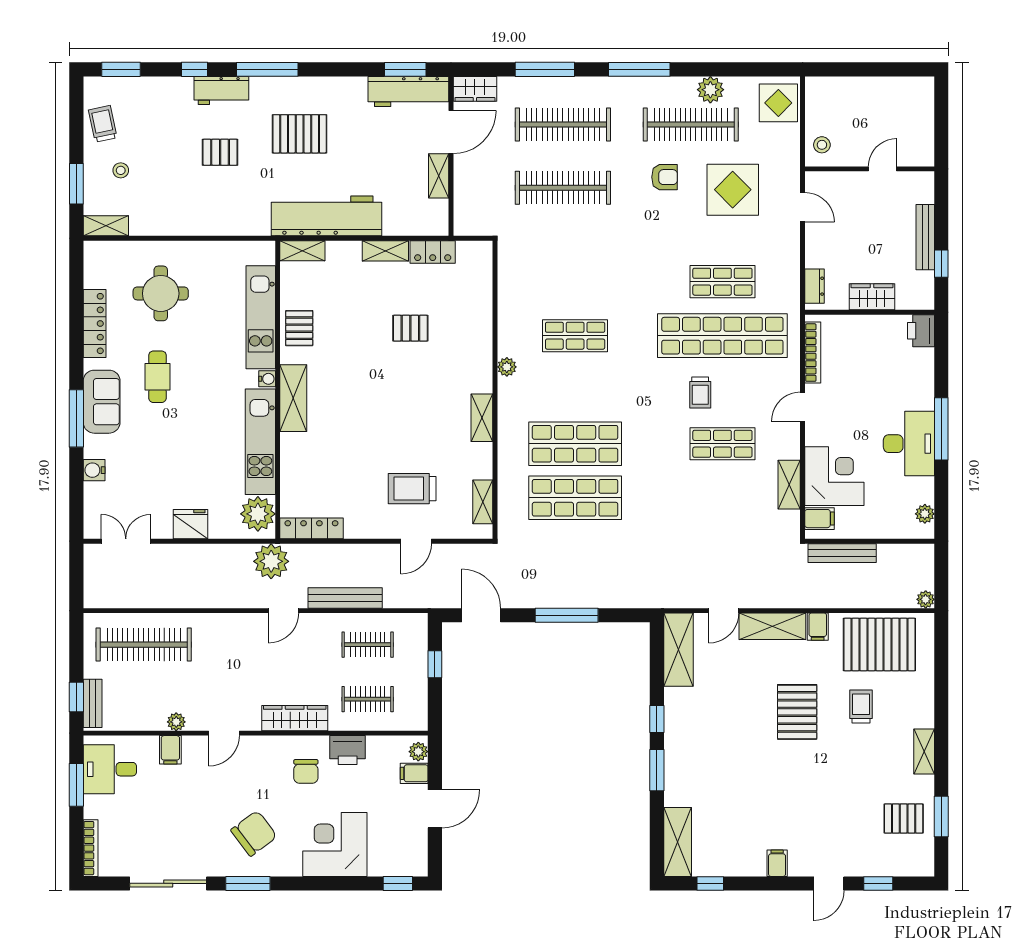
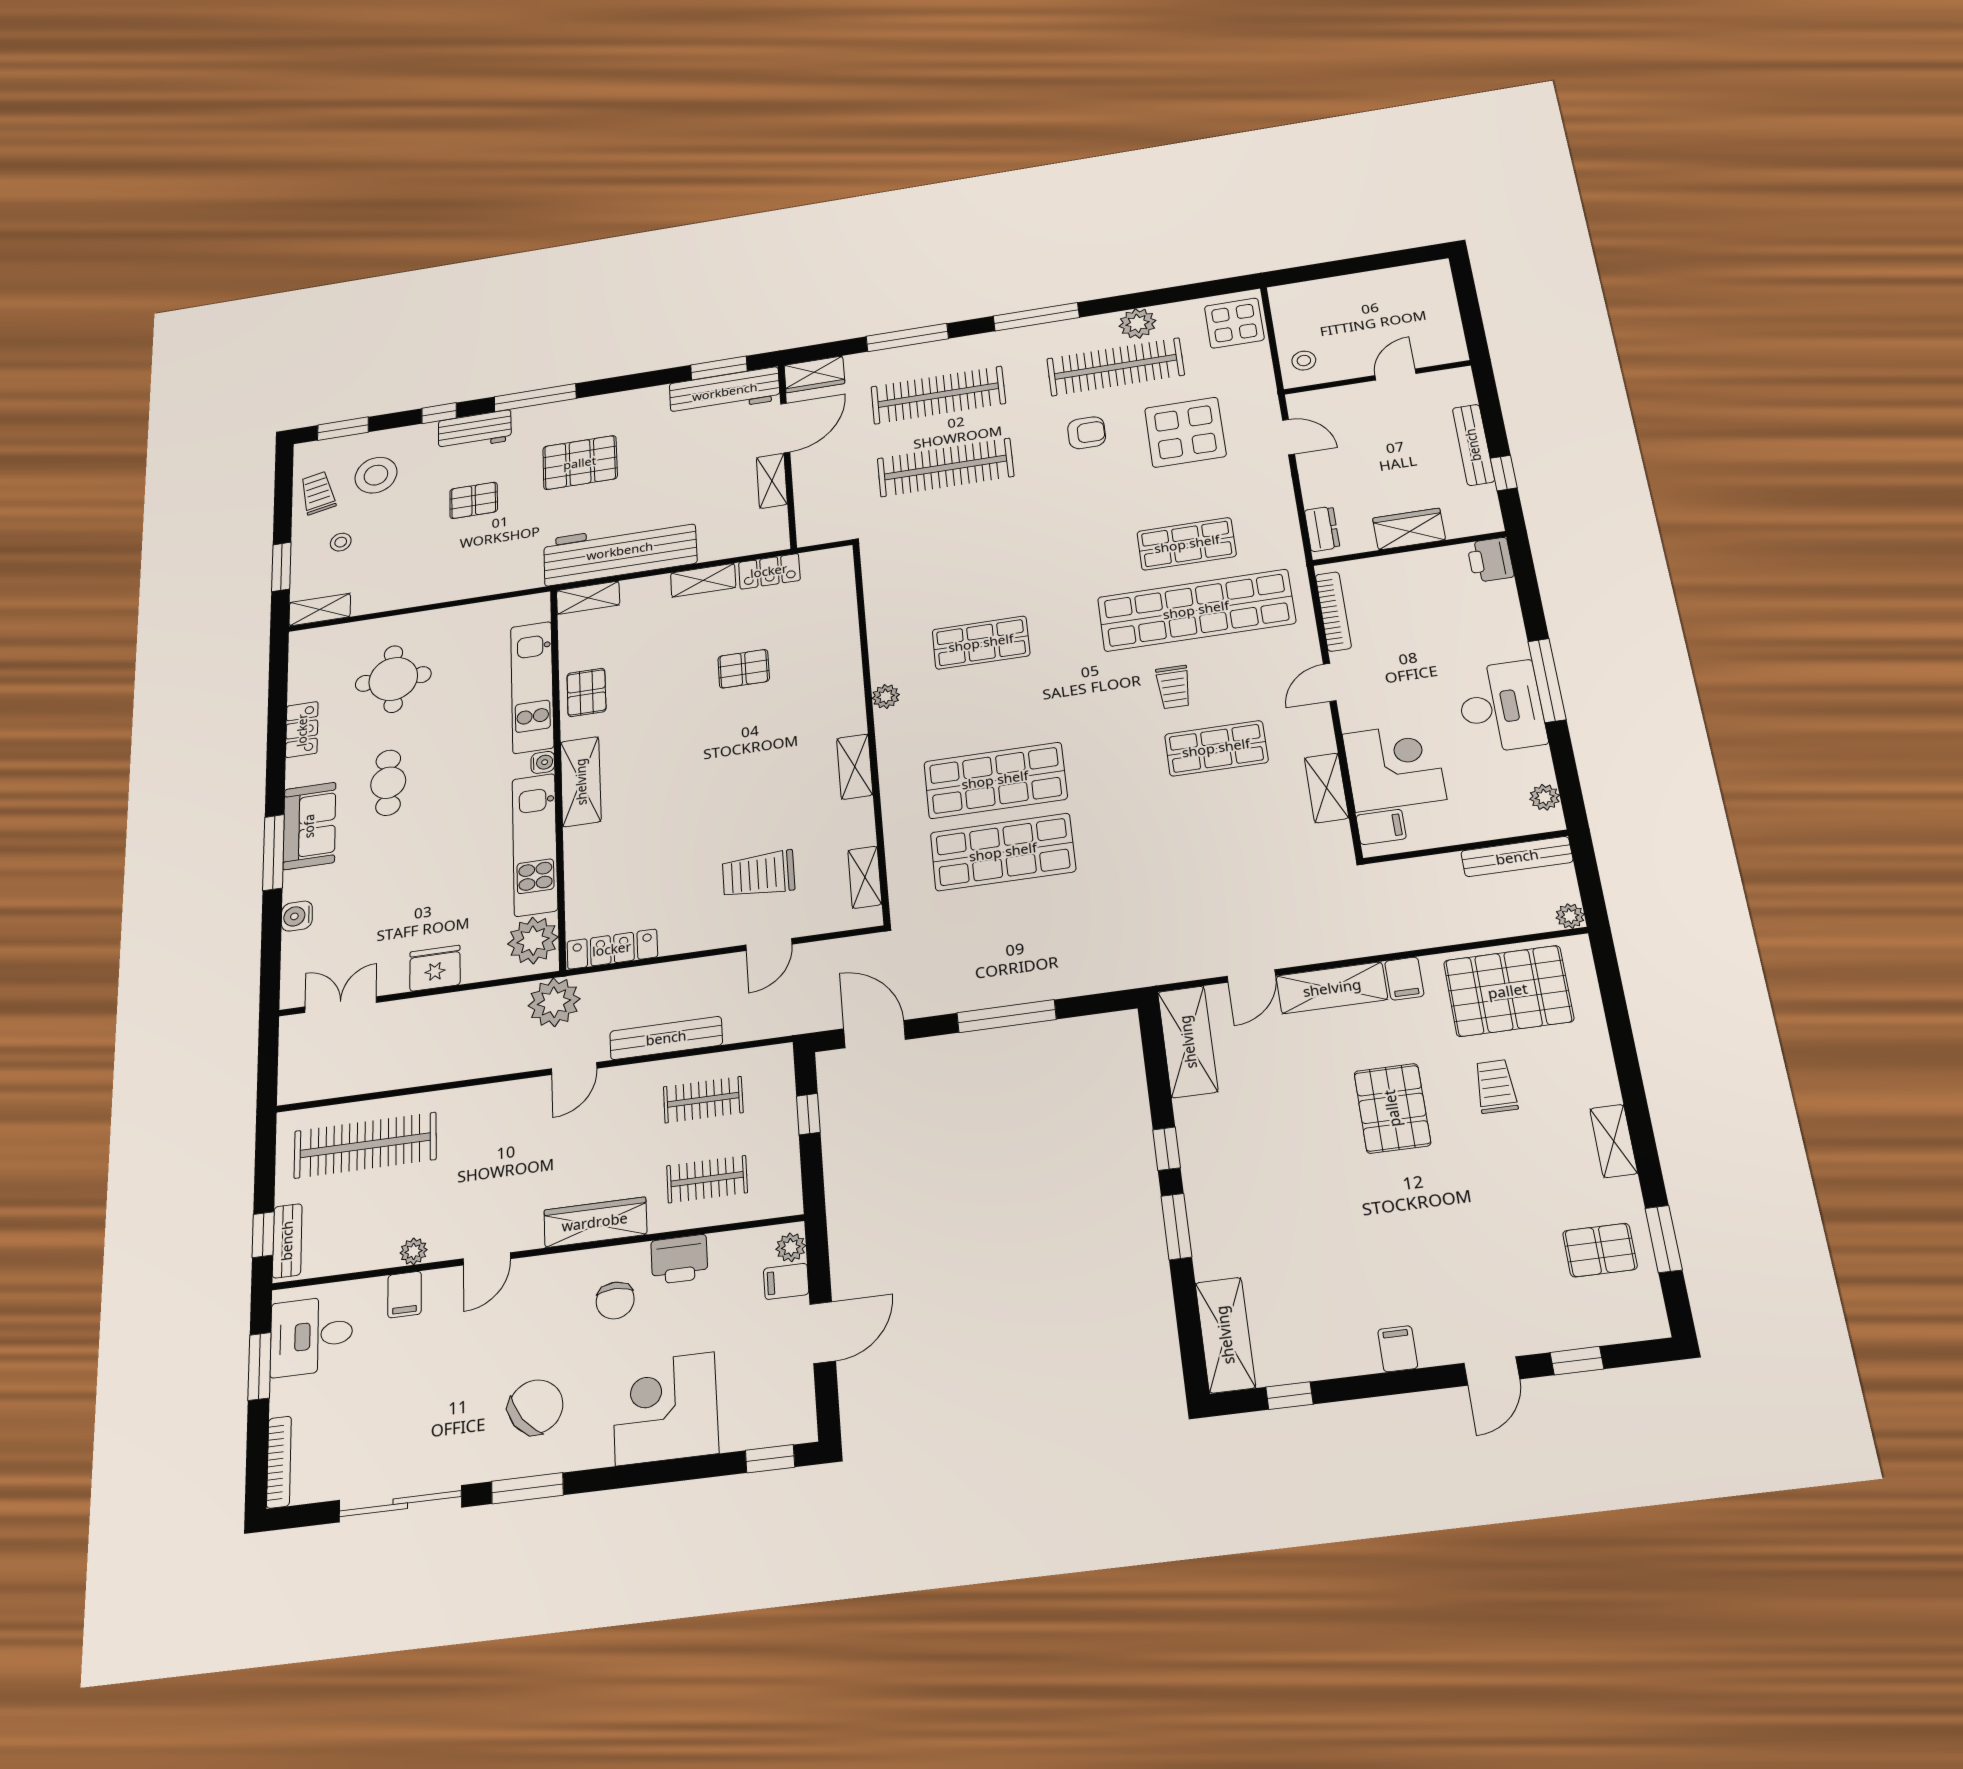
stool: (147, 116) -> (376, 475), added
locker: (95, 324) -> (302, 730), width x0.66
bench: (842, 553) -> (1517, 857), moved

